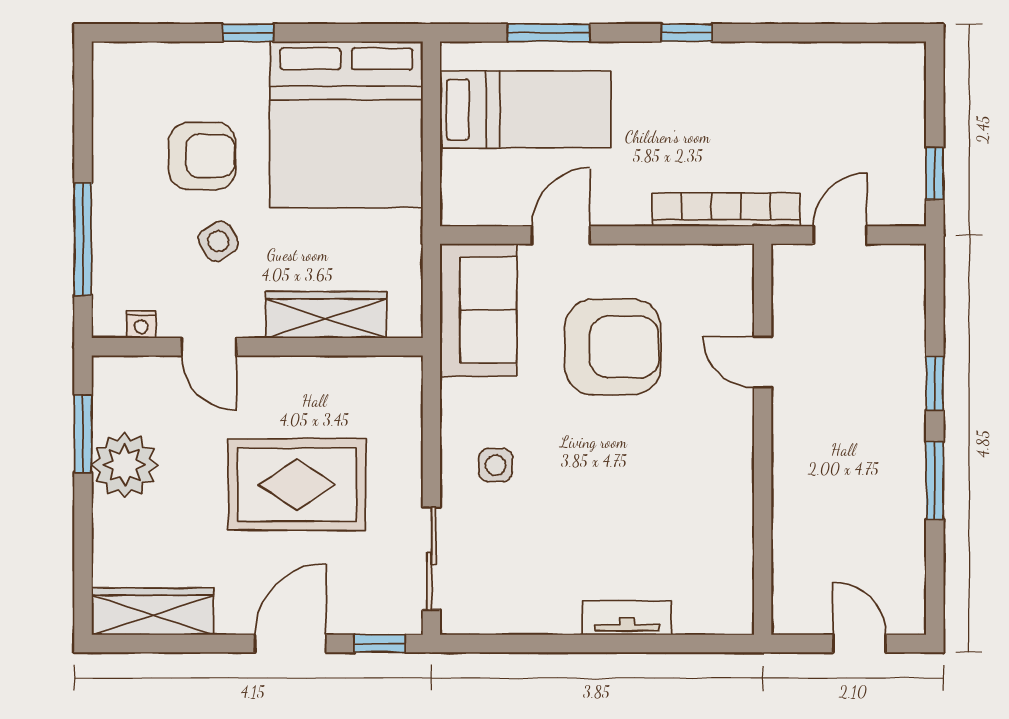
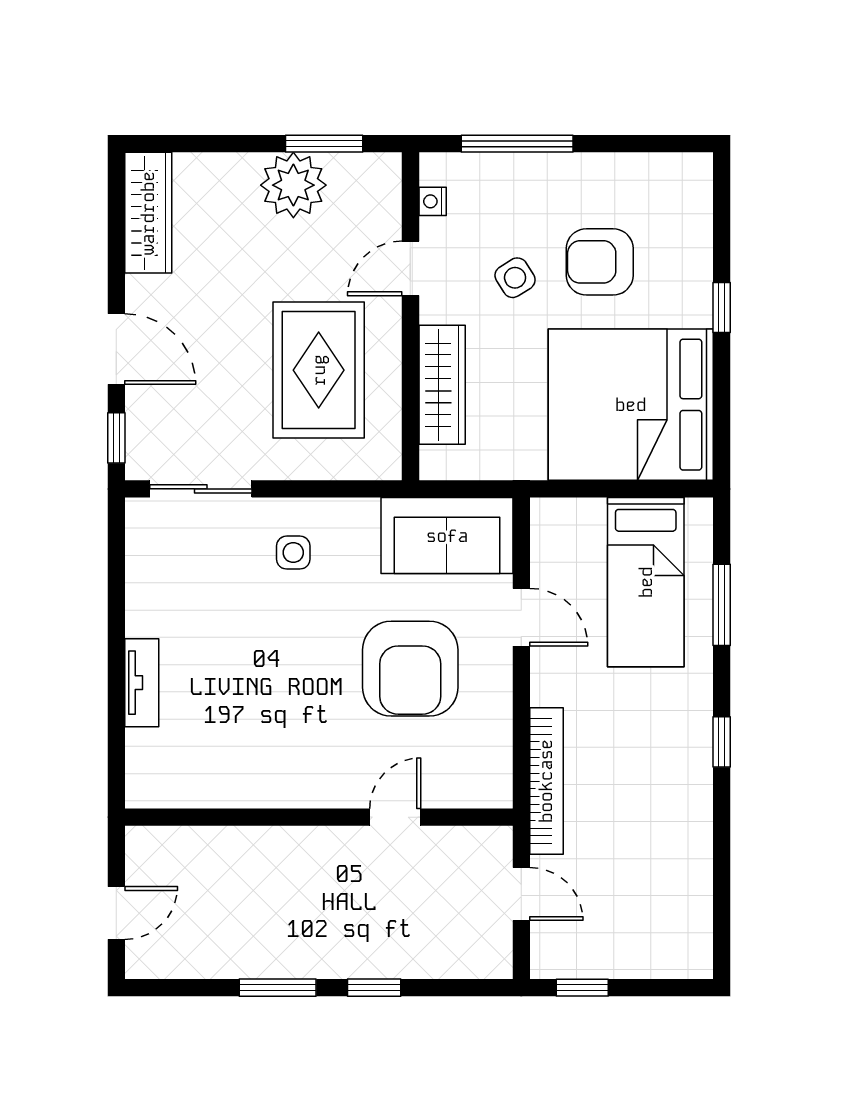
armchair: (202, 156) -> (600, 262), turned 90
rug: (297, 485) -> (319, 370), moved

